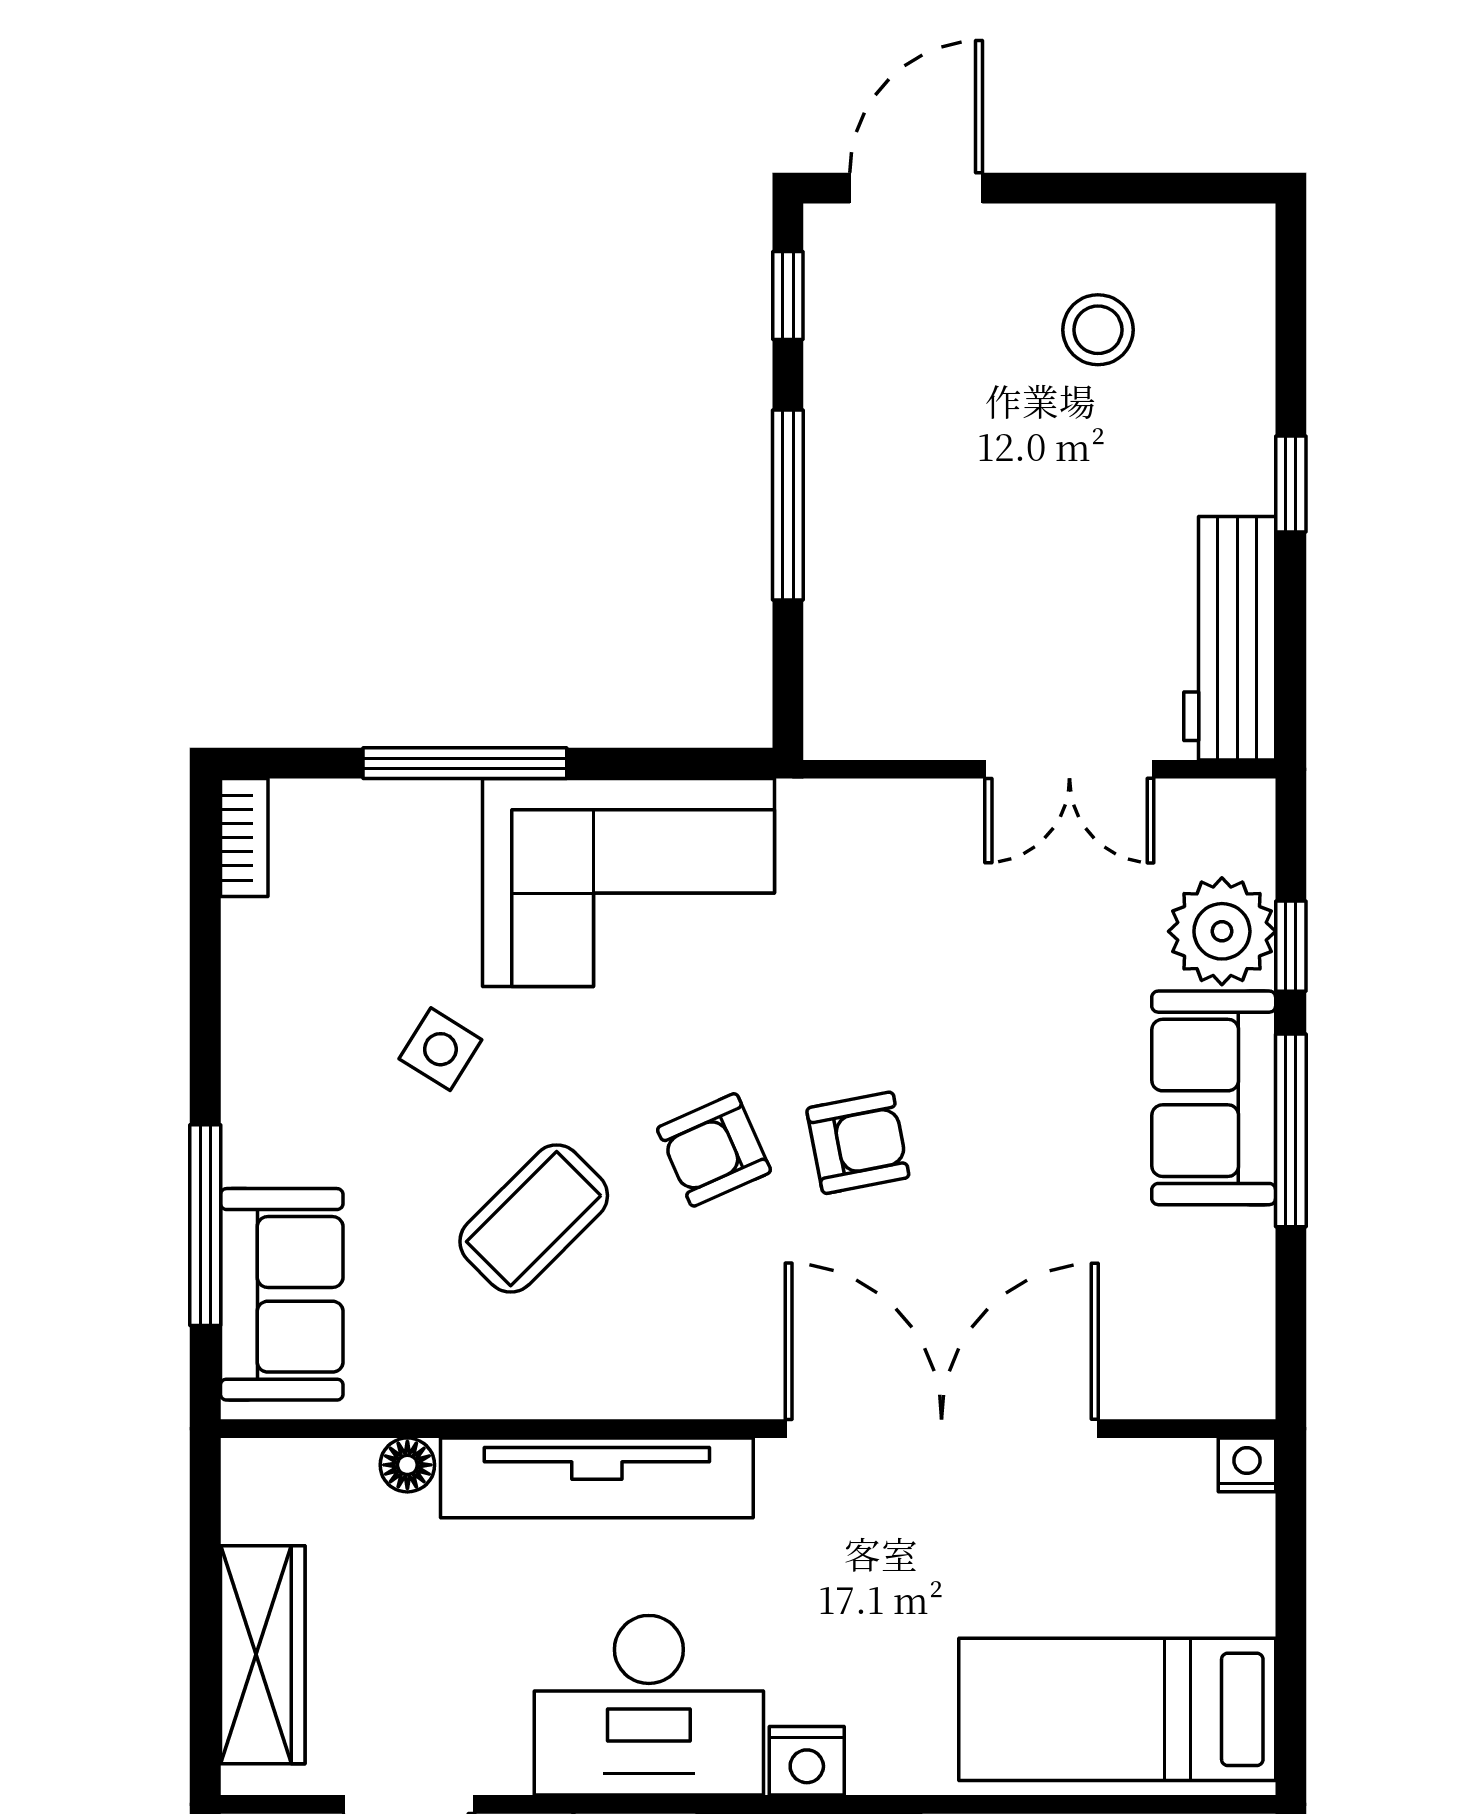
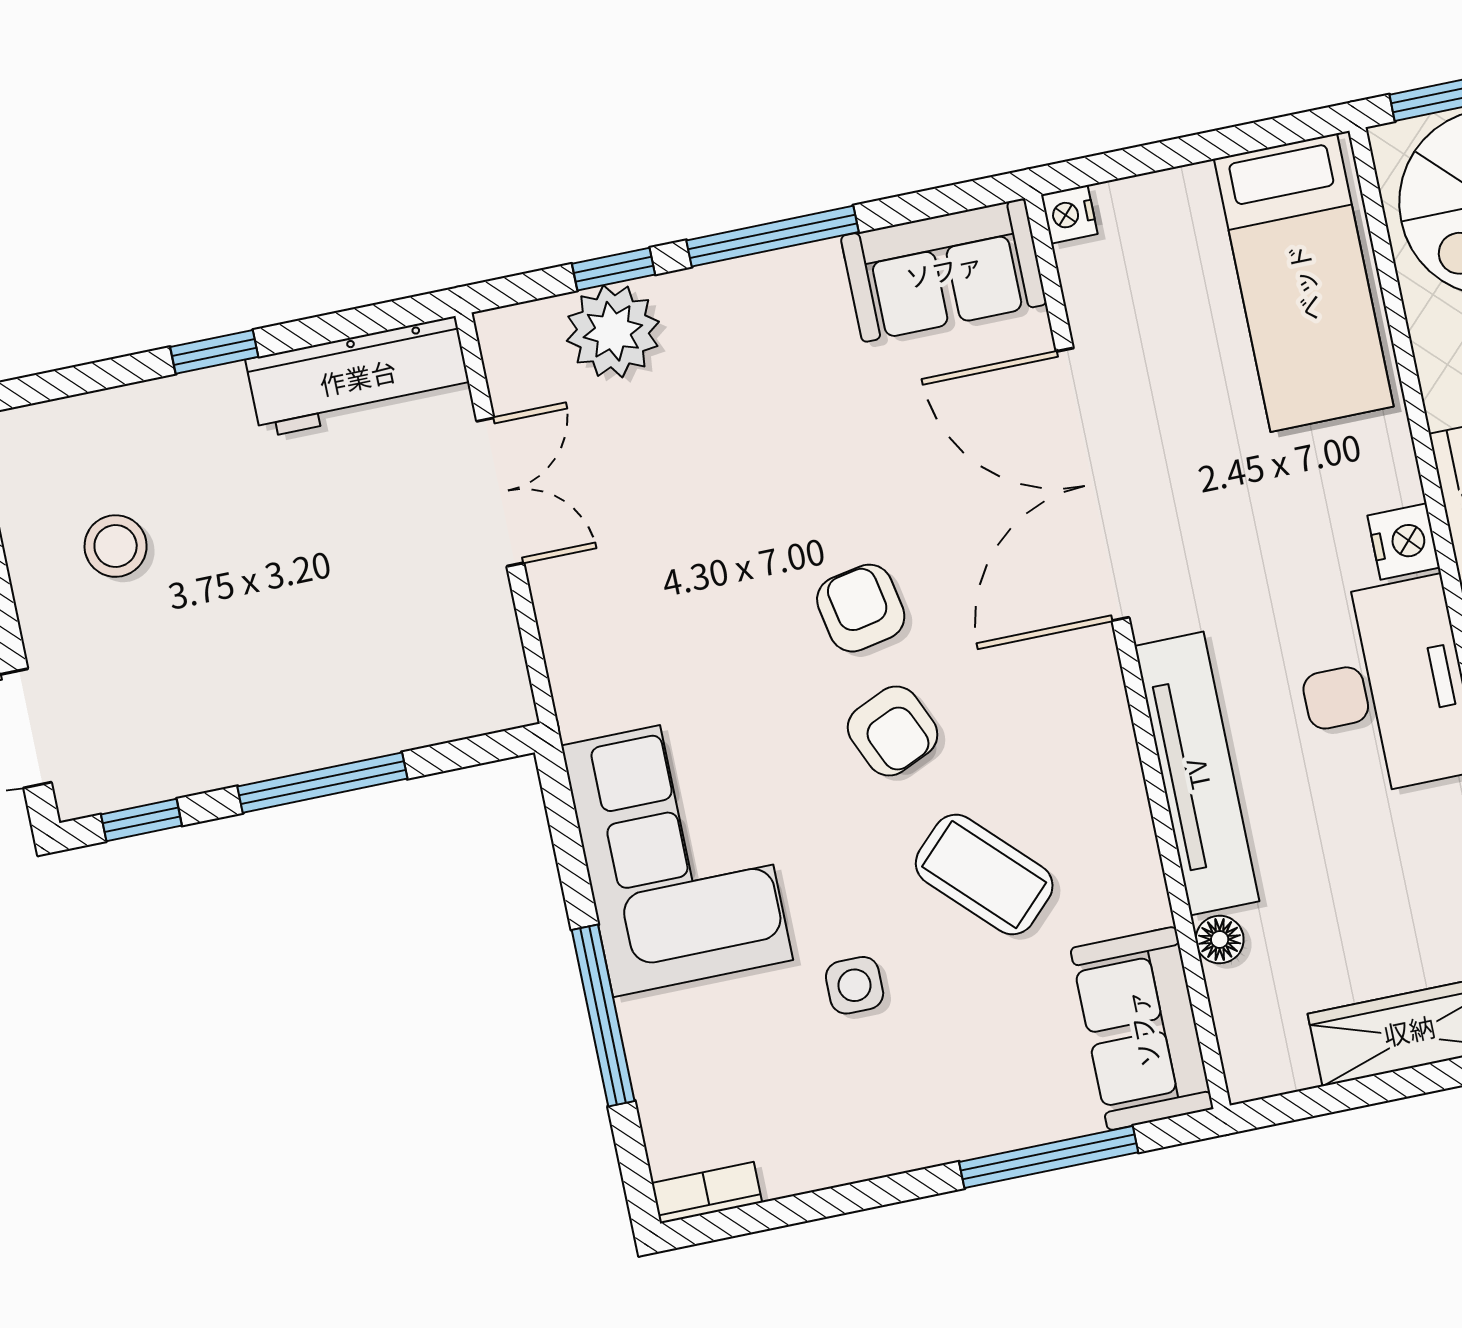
side table: (440, 1049) -> (855, 985), turned -32
sofa: (1214, 1098) -> (944, 270), moved
sofa: (282, 1294) -> (1142, 1029), moved, turned -90

